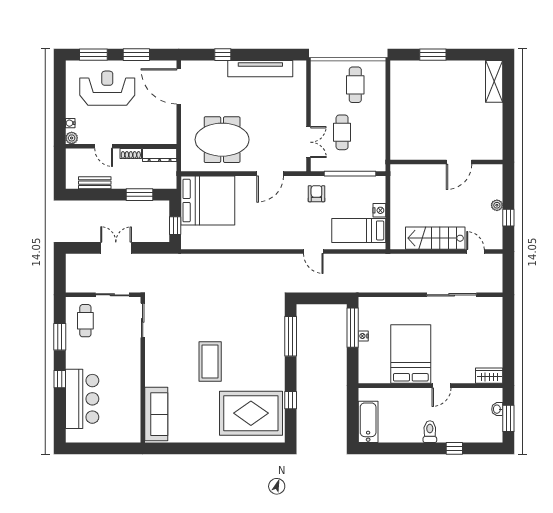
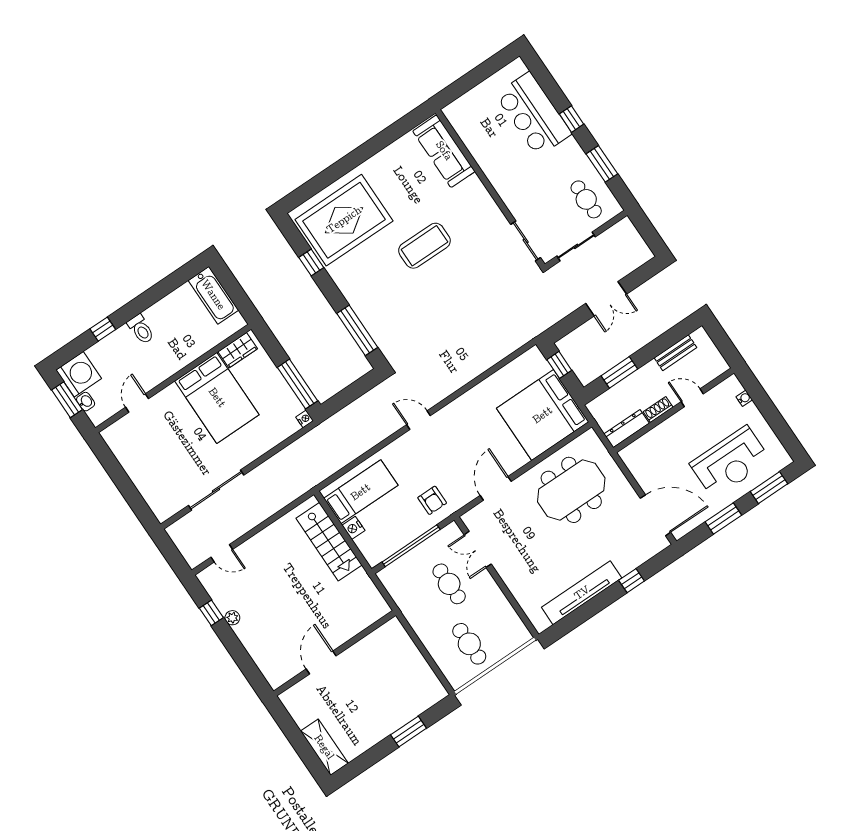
plant: (72, 138) -> (732, 383), removed
wall: (446, 162) -> (335, 653), moved
door: (459, 162) -> (321, 662), moved
stairs: (435, 238) -> (329, 542), moved, turned 90
door: (313, 252) -> (419, 420), moved
nightstand: (363, 336) -> (305, 419), moved
coffee table: (210, 362) -> (424, 246), turned 90
wardrobe: (489, 376) -> (238, 350), moved
door: (442, 386) -> (137, 403), moved
washing machine: (490, 430) -> (79, 374), added

